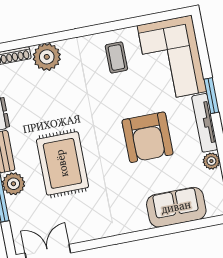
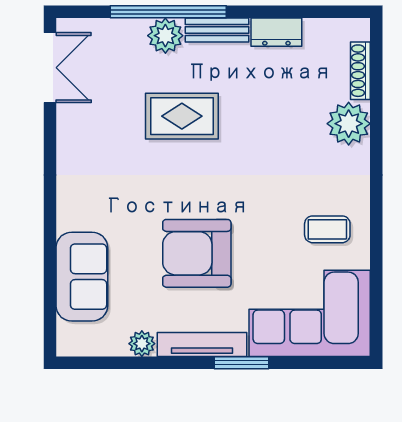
rug: (62, 163) -> (182, 116), width x0.73, depth x0.70

